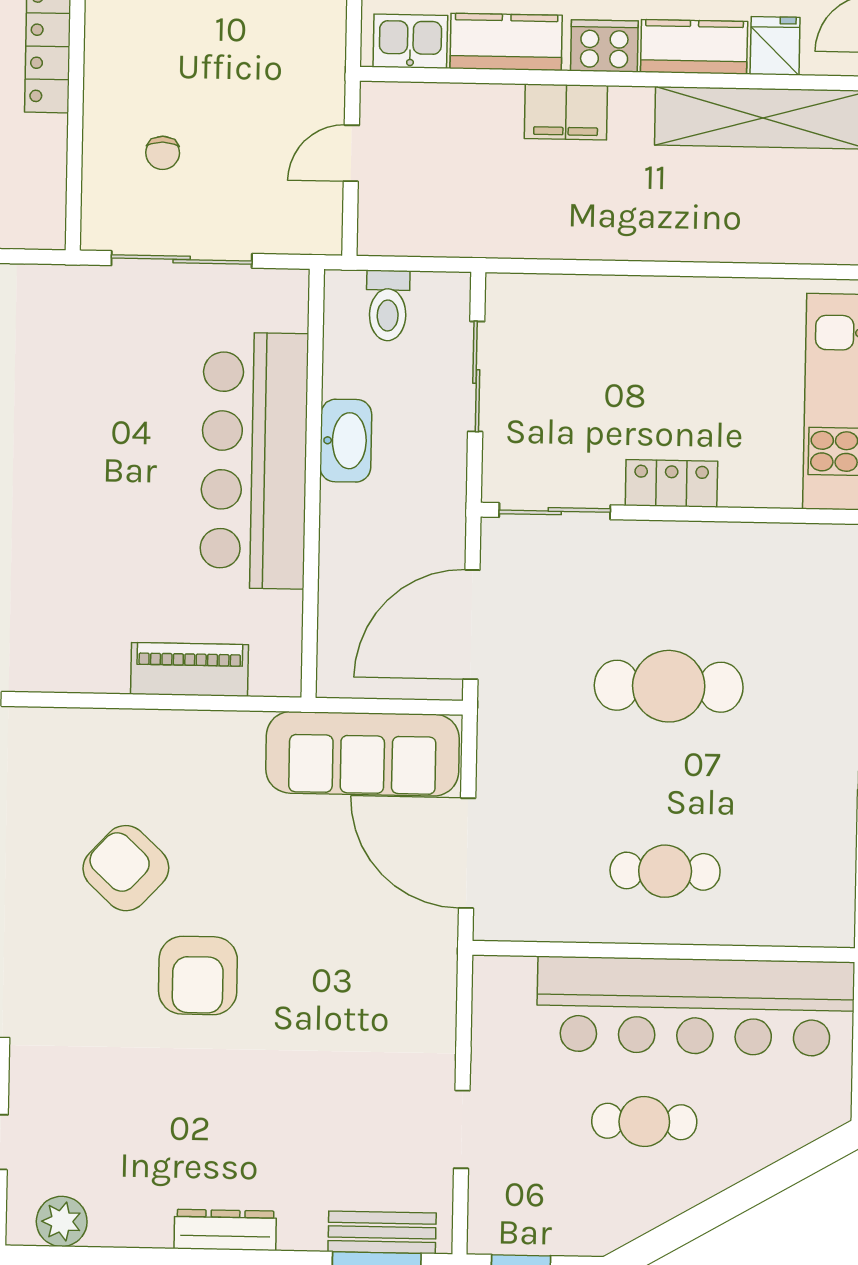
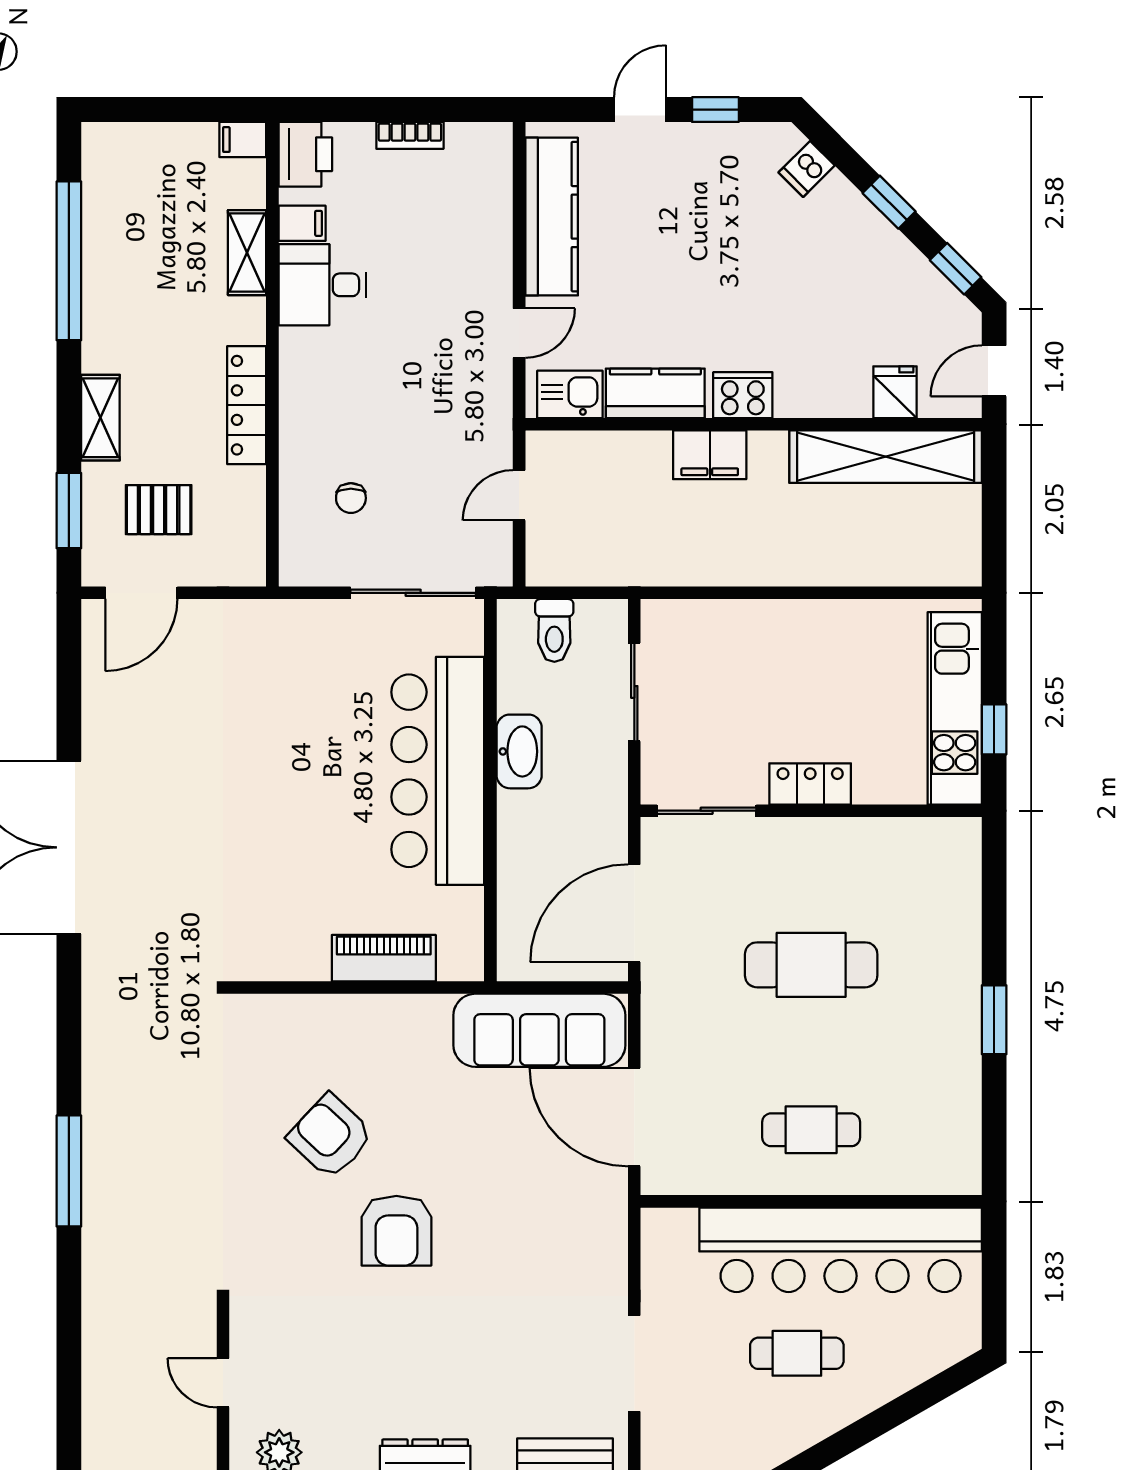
kitchen counter: (694, 47) -> (823, 394), removed
sliding door: (182, 259) -> (413, 593), moved
doorway: (462, 1129) -> (634, 1363), width x1.38

